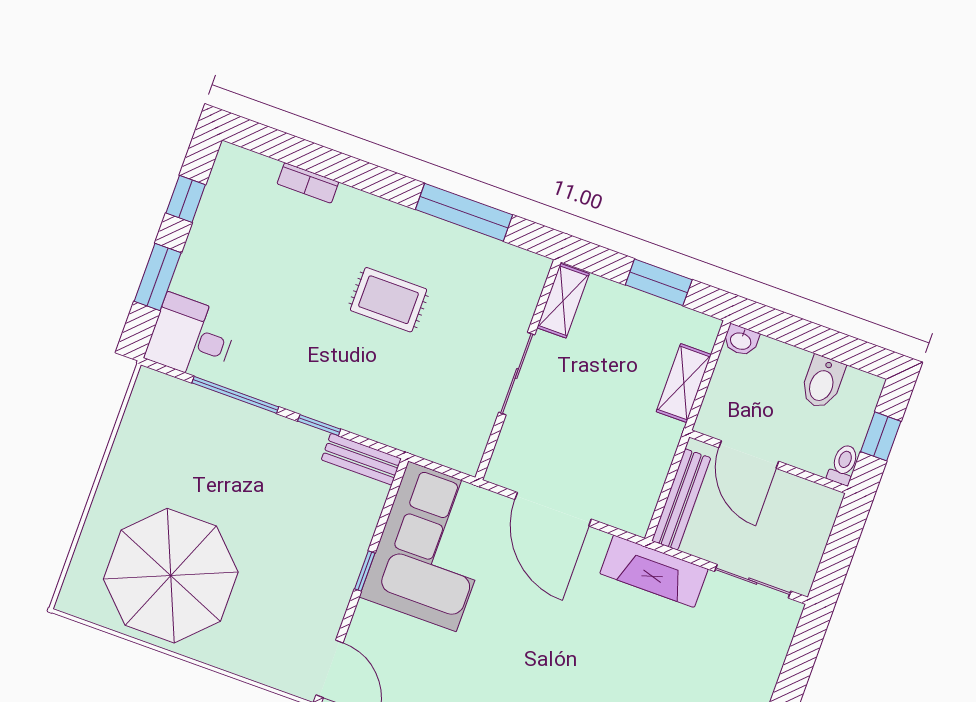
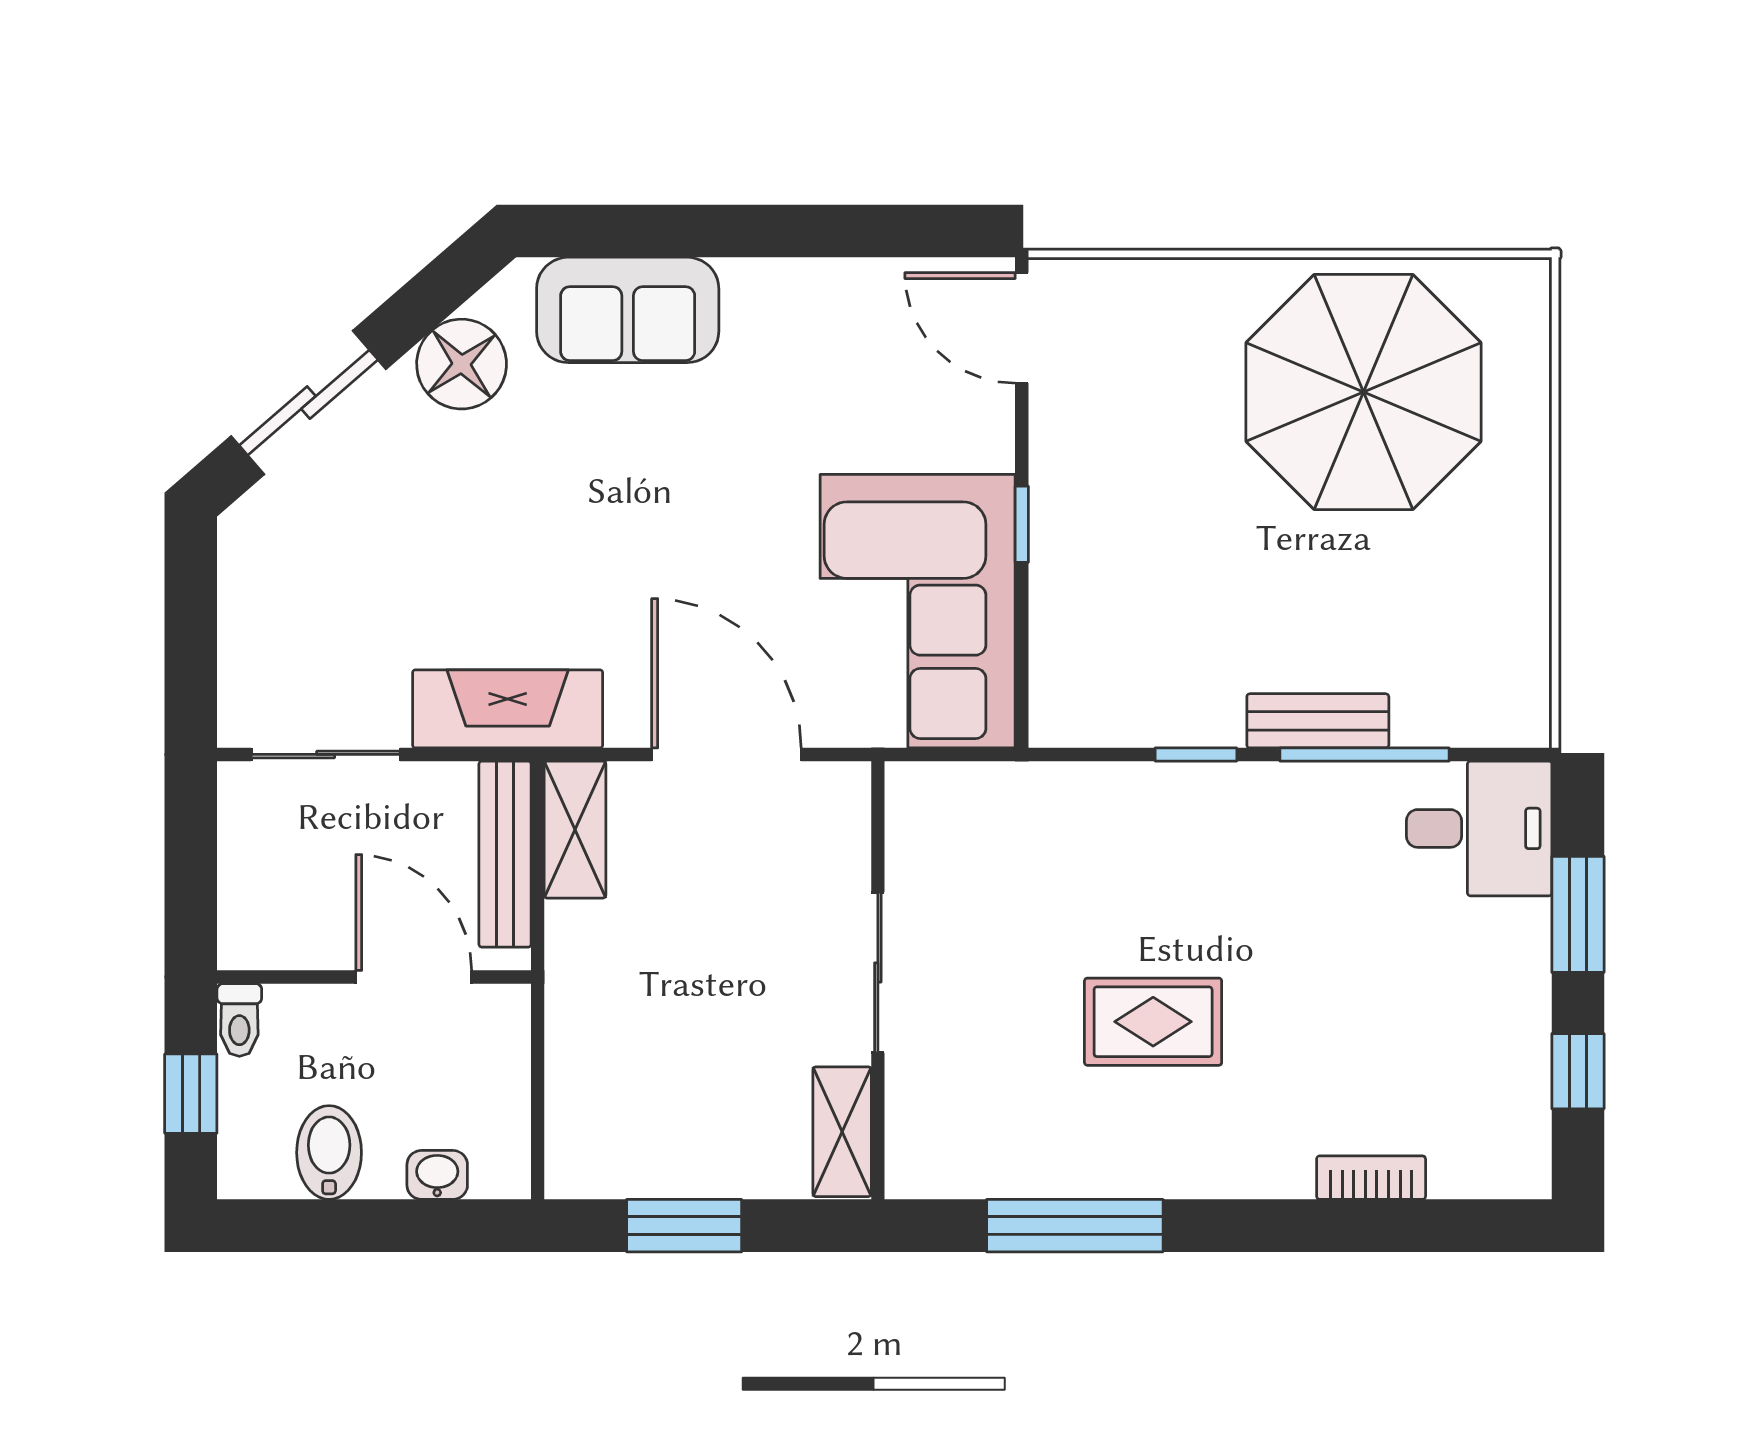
washbasin: (741, 340) -> (437, 1175), moved
shelving: (684, 383) -> (575, 830), moved
bench: (361, 459) -> (1318, 721), moved

